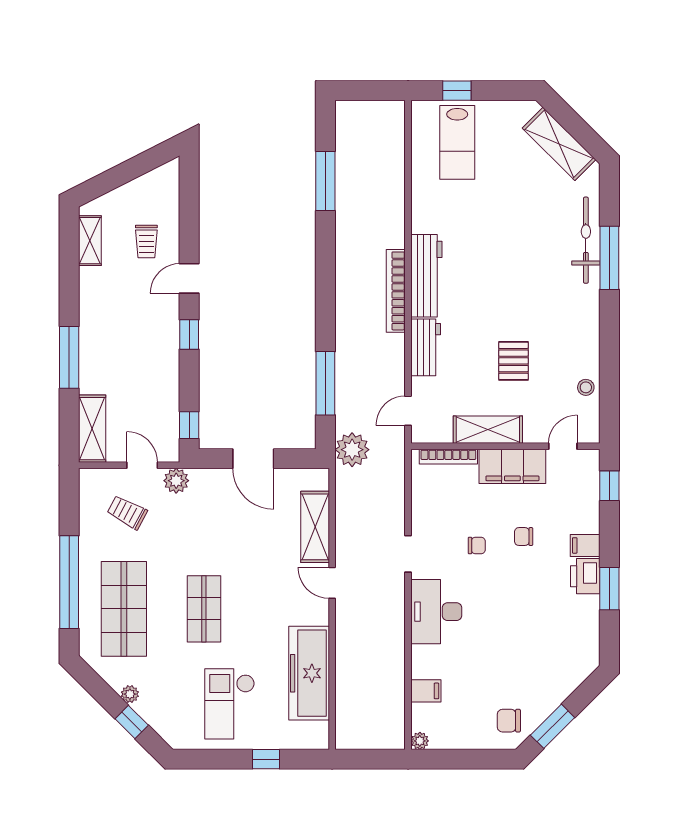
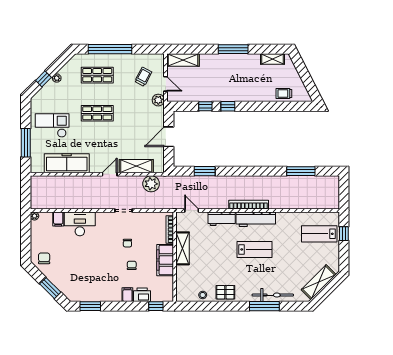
trolley: (146, 242) -> (284, 93), moved
door: (189, 278) -> (255, 106), removed
lab bench: (490, 278) -> (255, 249), added
window: (69, 357) -> (233, 49), moved
pallet: (513, 361) -> (225, 292), moved
window: (325, 383) -> (205, 171), width x0.69
window: (189, 425) -> (205, 106), moved
door: (563, 446) -> (175, 284), removed
plant: (352, 450) -> (151, 184), moved
door: (142, 465) -> (166, 84), hinge flipped
printer: (585, 576) -> (142, 295), moved
window: (609, 589) -> (90, 306), moved
shop shelf: (124, 609) -> (97, 75), width x0.70, depth x0.74
desk: (436, 612) -> (80, 224), moved
window: (553, 726) -> (50, 288), moved
window: (266, 759) -> (26, 143), width x2.17

